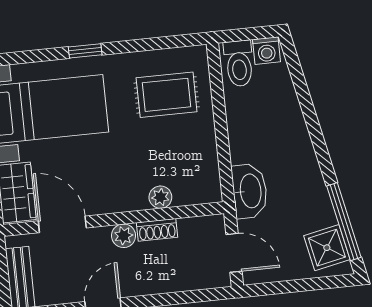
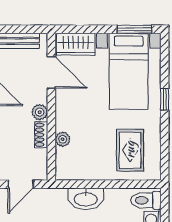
washbasin: (250, 191) -> (86, 199), moved
door: (62, 224) -> (51, 72), hinge flipped

